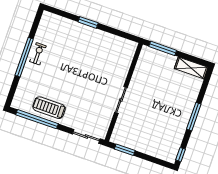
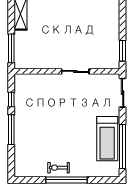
window: (88, 22) -> (11, 130), width x1.44
window: (116, 32) -> (11, 100), added
treadmill: (49, 108) -> (107, 139), width x1.37, depth x1.38

